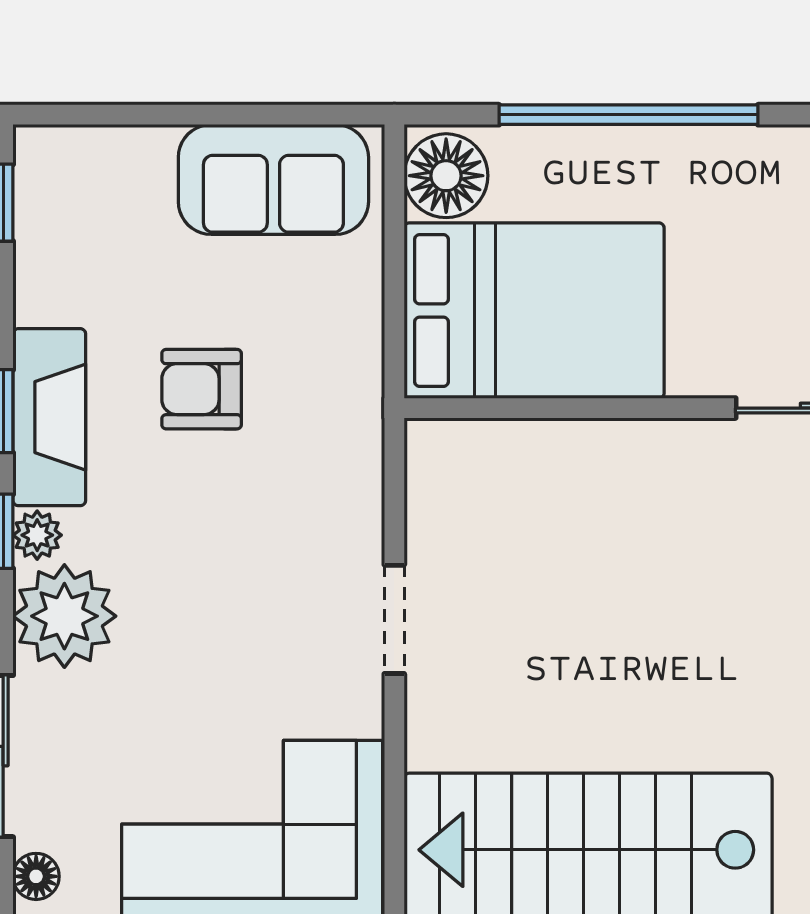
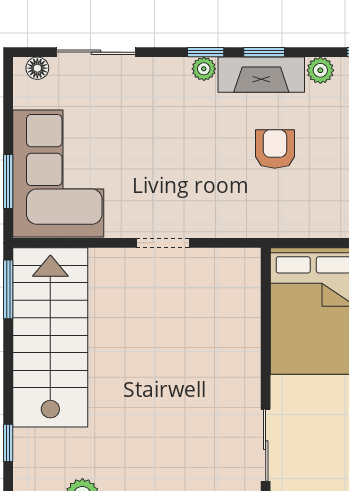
plant: (64, 616) -> (320, 70), moved, width x0.53, depth x0.53

